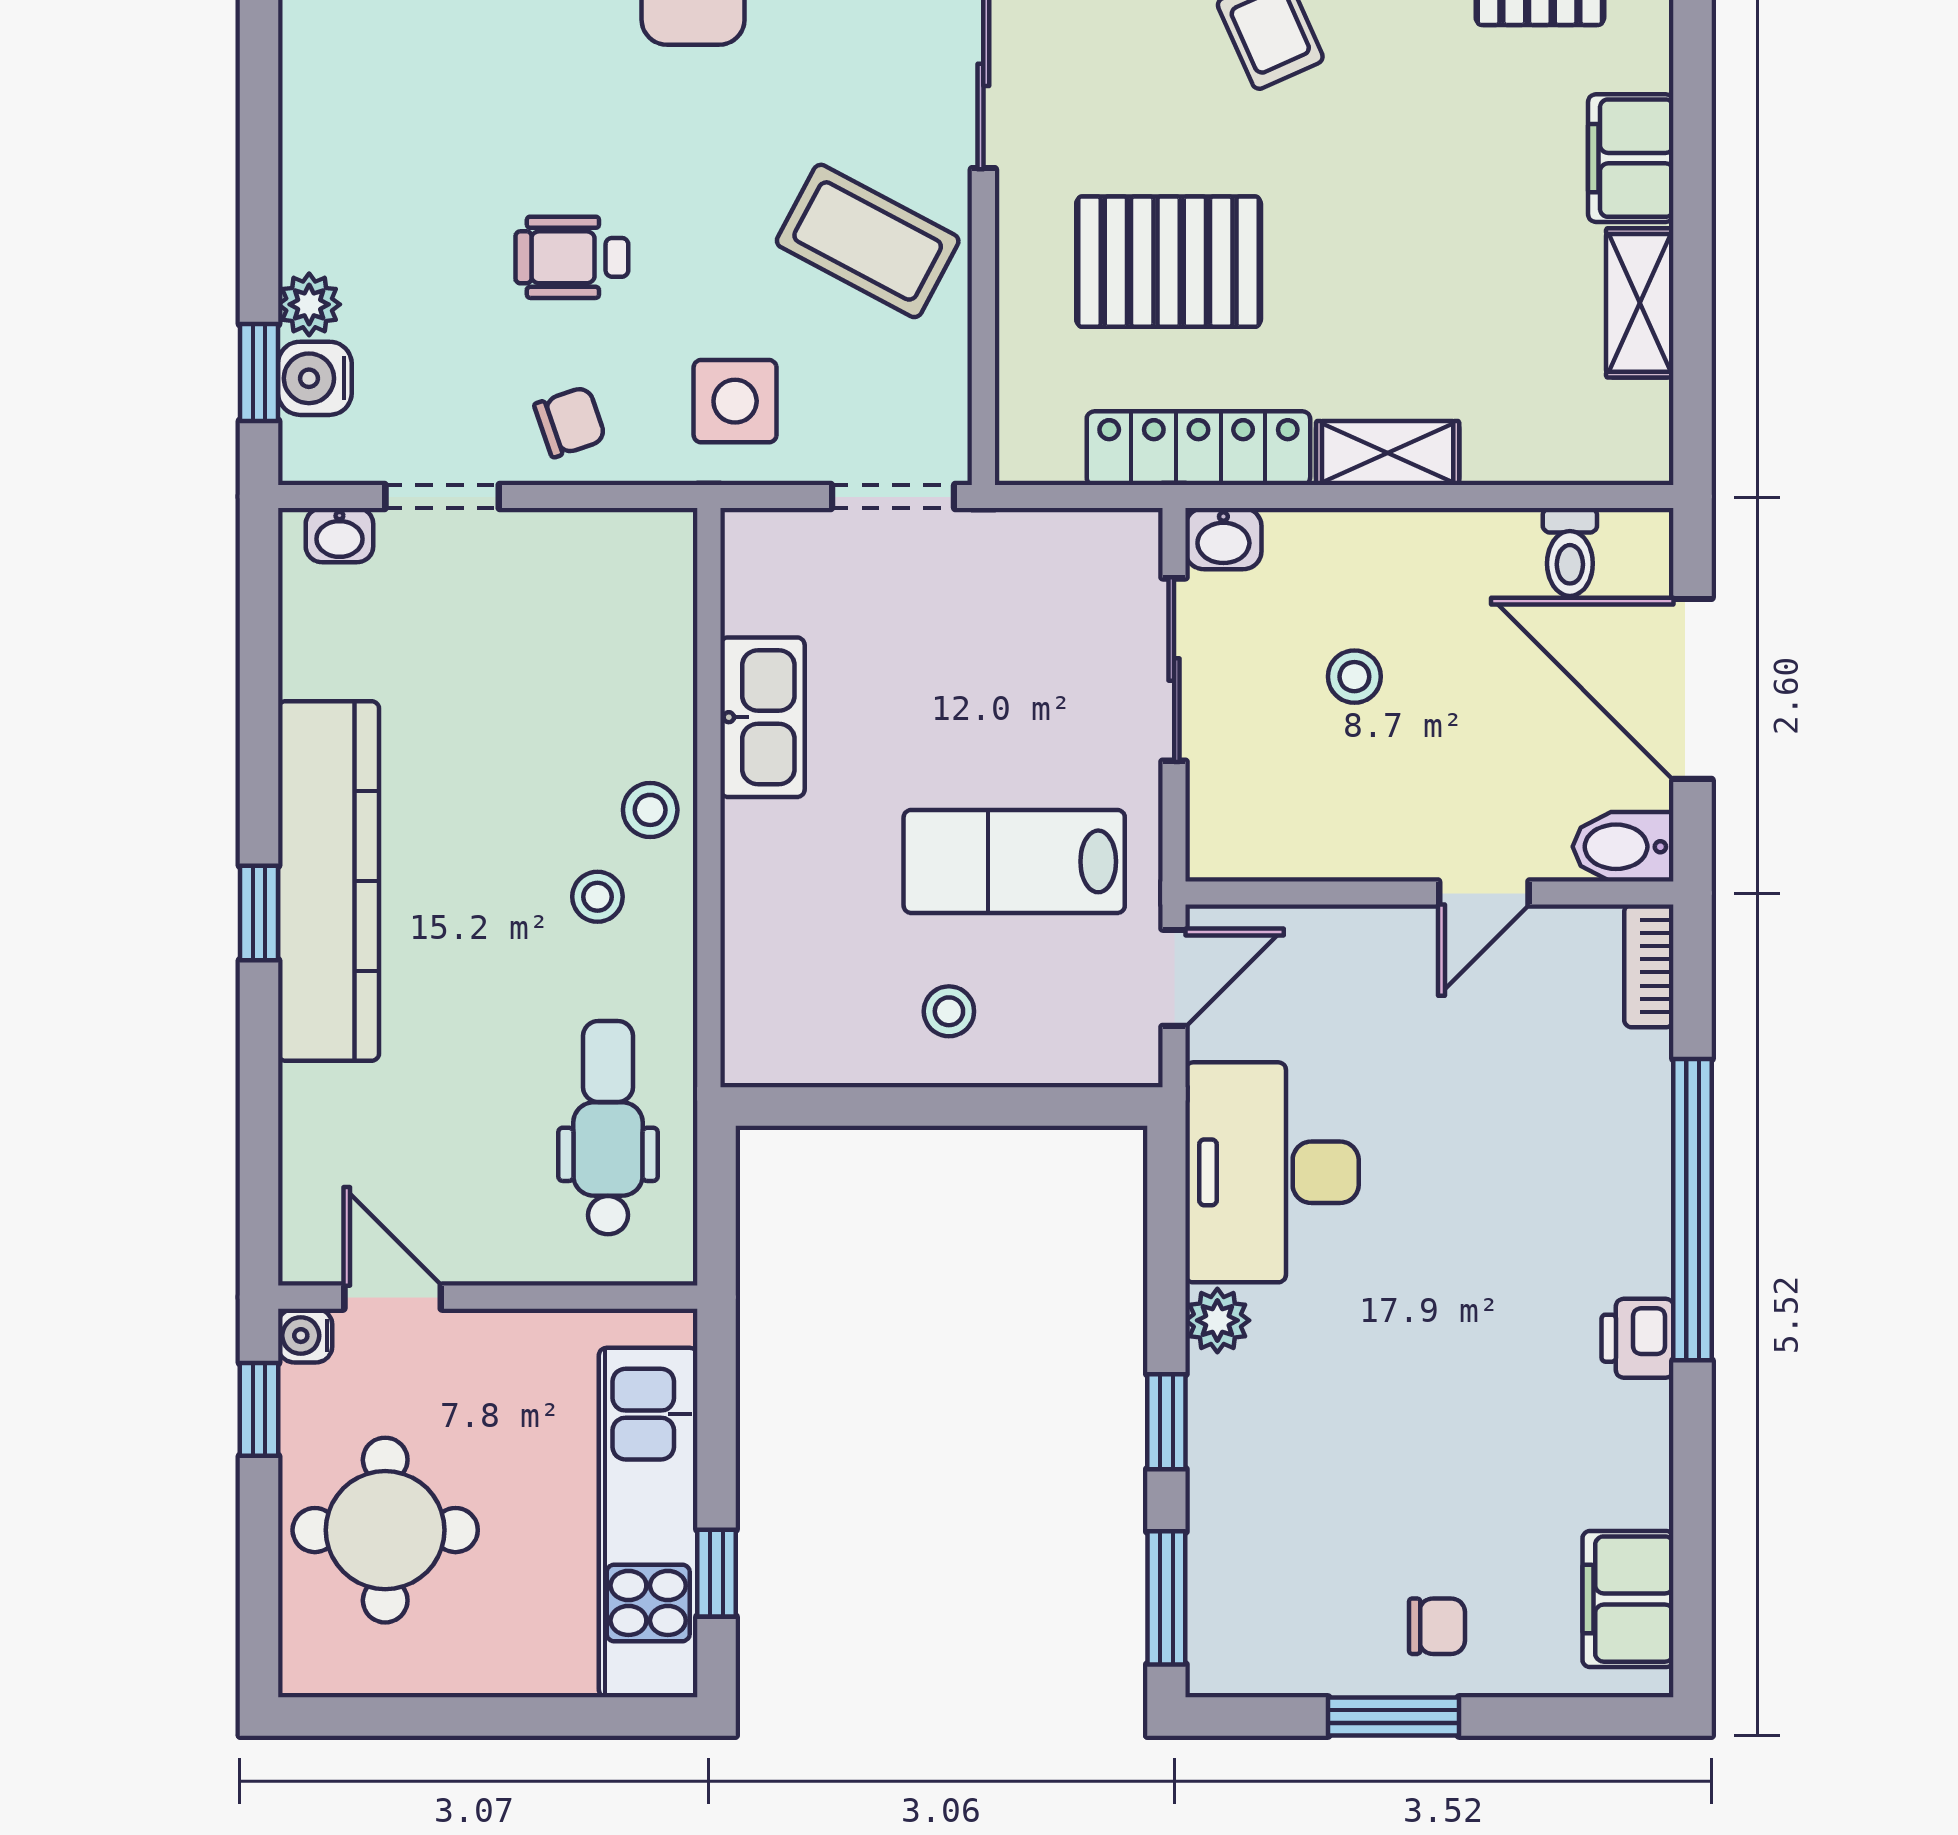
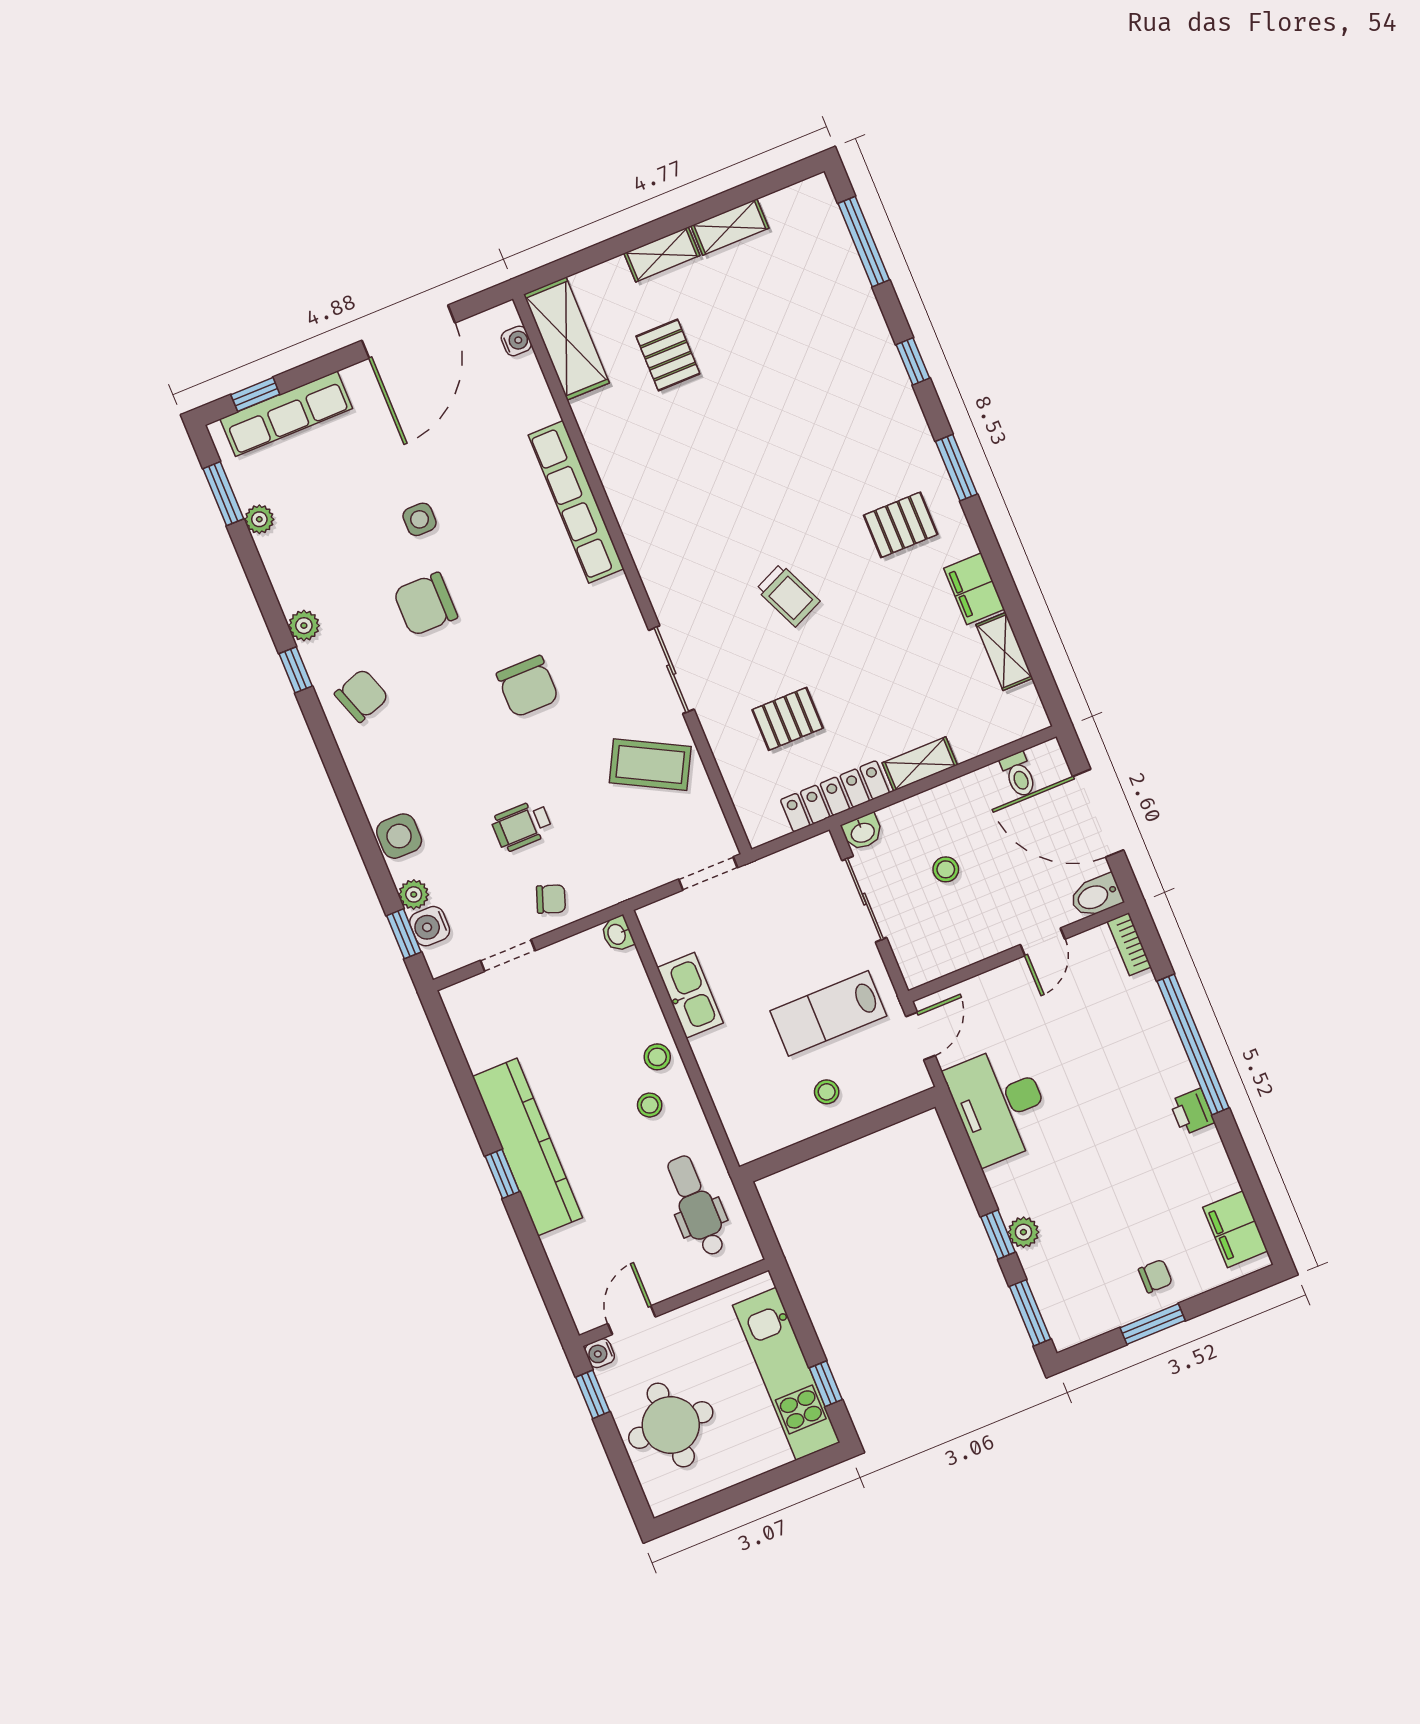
pallet: (1169, 262) -> (788, 719), width x0.67, depth x0.71
side table: (735, 401) -> (399, 836), moved
chair: (570, 422) -> (551, 899), turned 39
washbasin: (339, 535) -> (617, 934), moved, turned 90
door: (393, 1297) -> (632, 1320), hinge flipped
plant: (1217, 1320) -> (1023, 1232), moved

